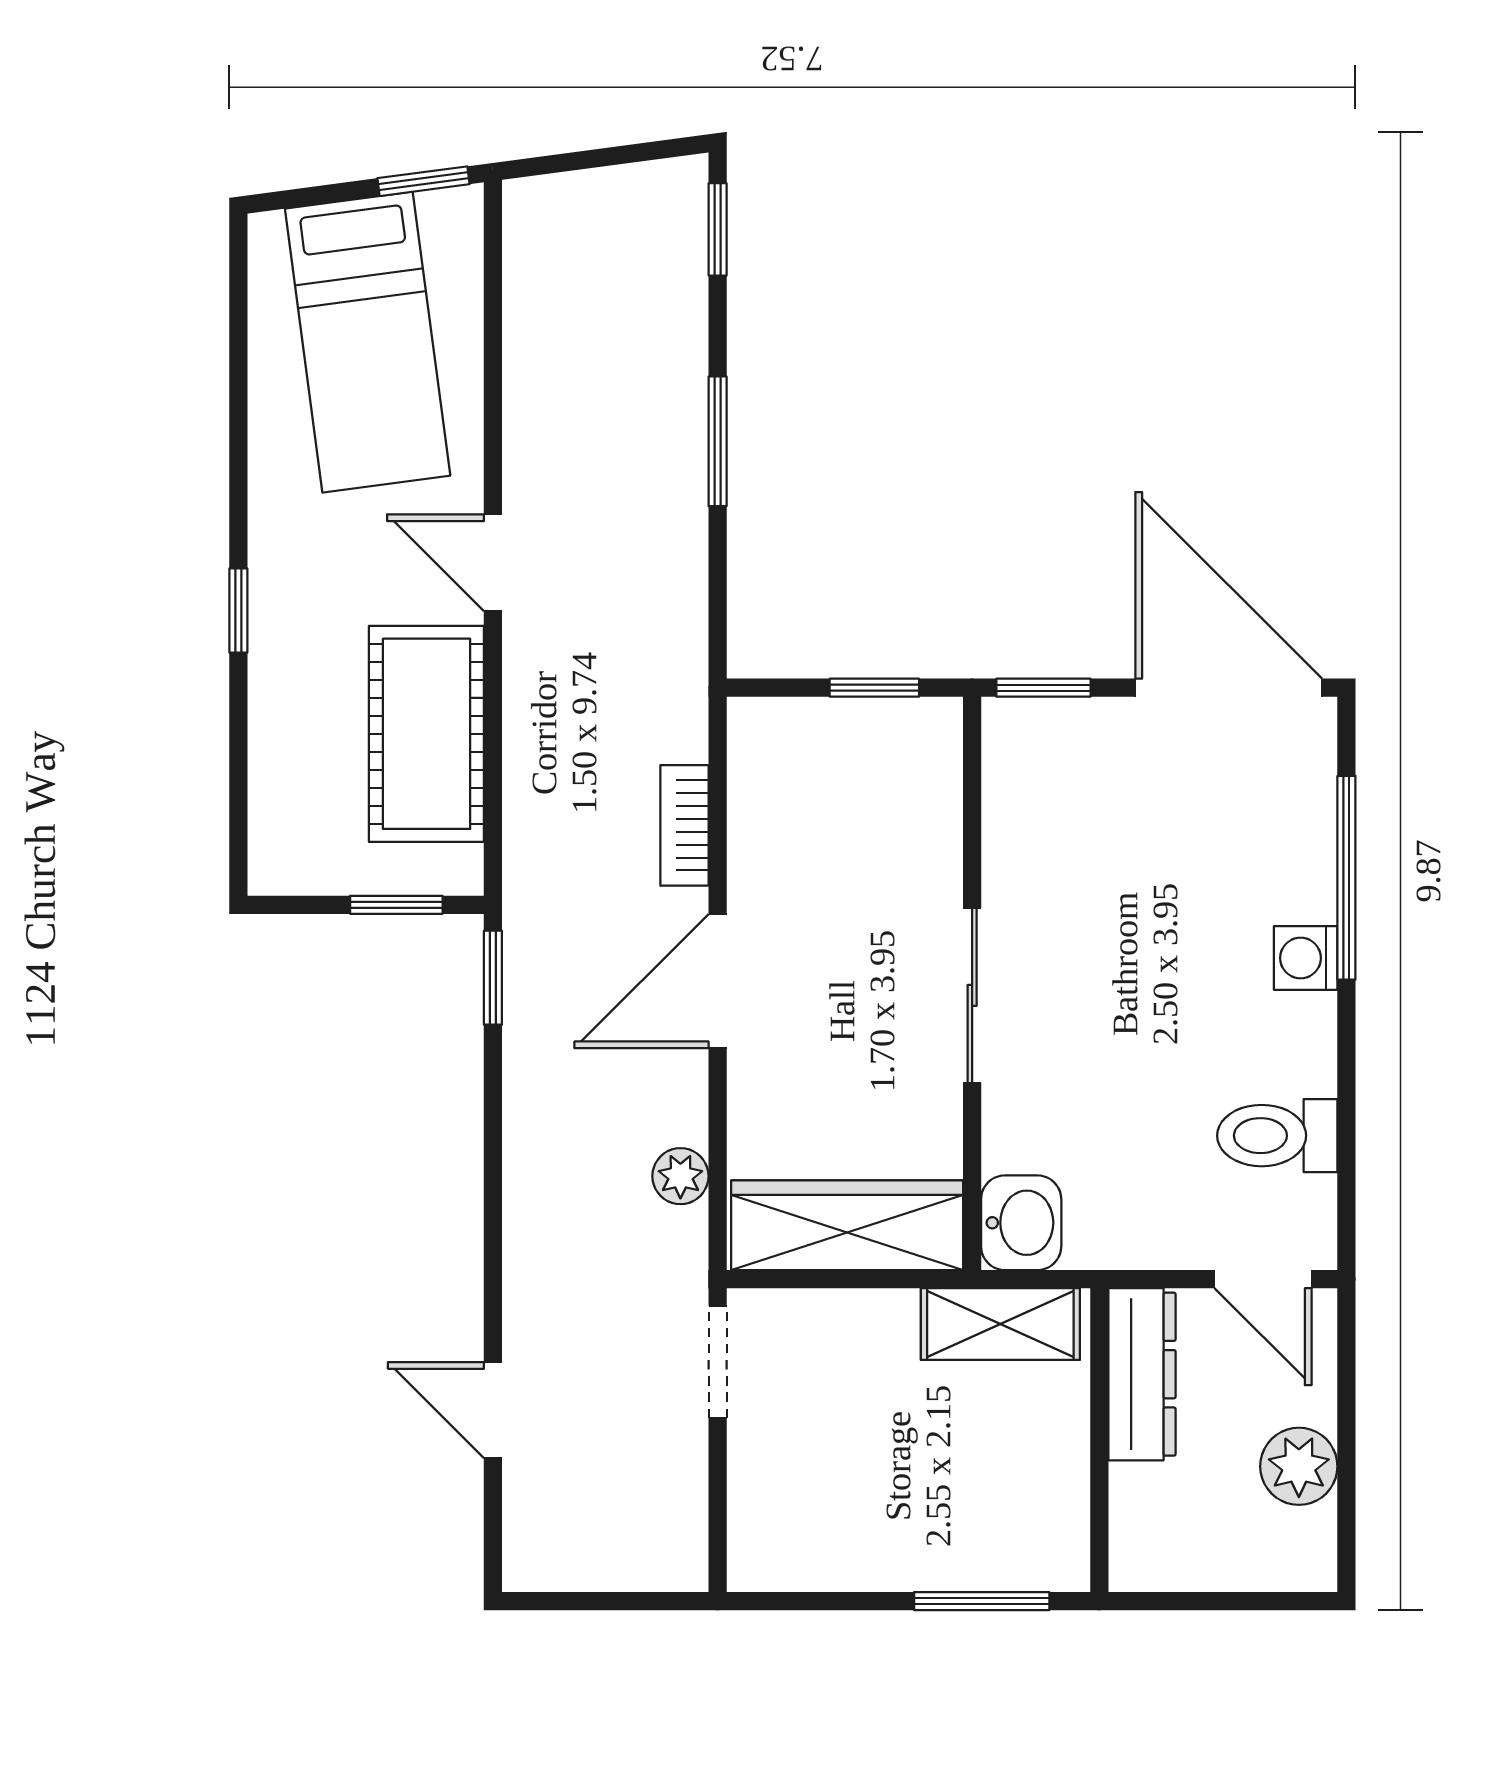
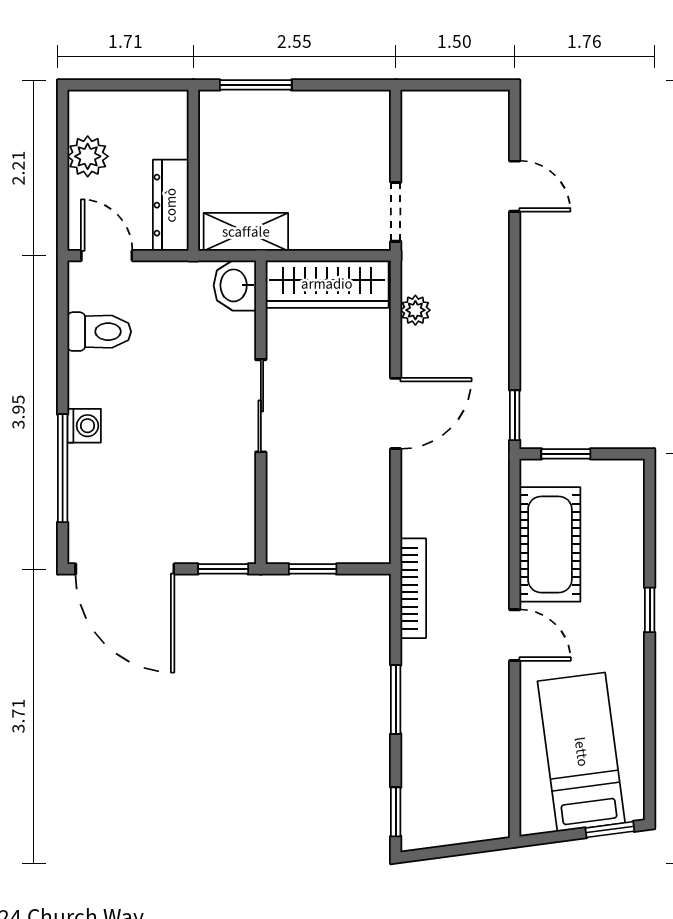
window: (424, 181) -> (610, 830), moved
bookcase: (684, 825) -> (413, 588), moved, width x1.56

